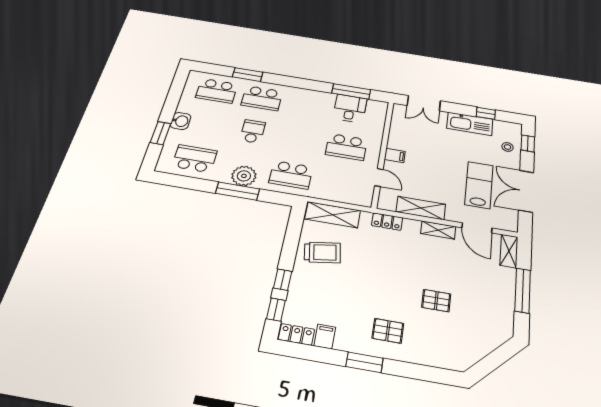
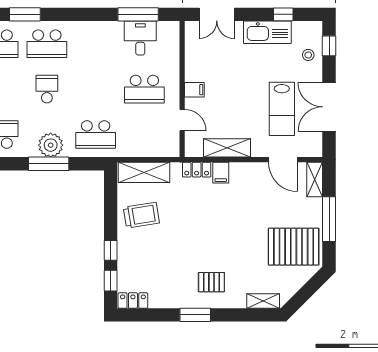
lab bench: (479, 185) -> (282, 109), turned 180
shelving: (438, 230) -> (263, 301), moved
pallet: (436, 301) -> (294, 247), moved, width x2.05, depth x2.00
filing cabinet: (325, 336) -> (221, 173), moved, turned 180

